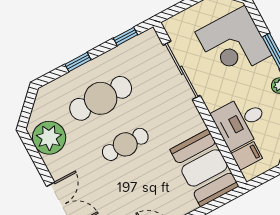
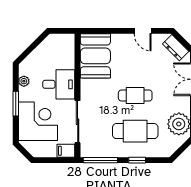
window: (126, 36) -> (100, 160), width x2.17
desk: (241, 122) -> (59, 84), moved
filing cabinet: (247, 156) -> (66, 151), moved

